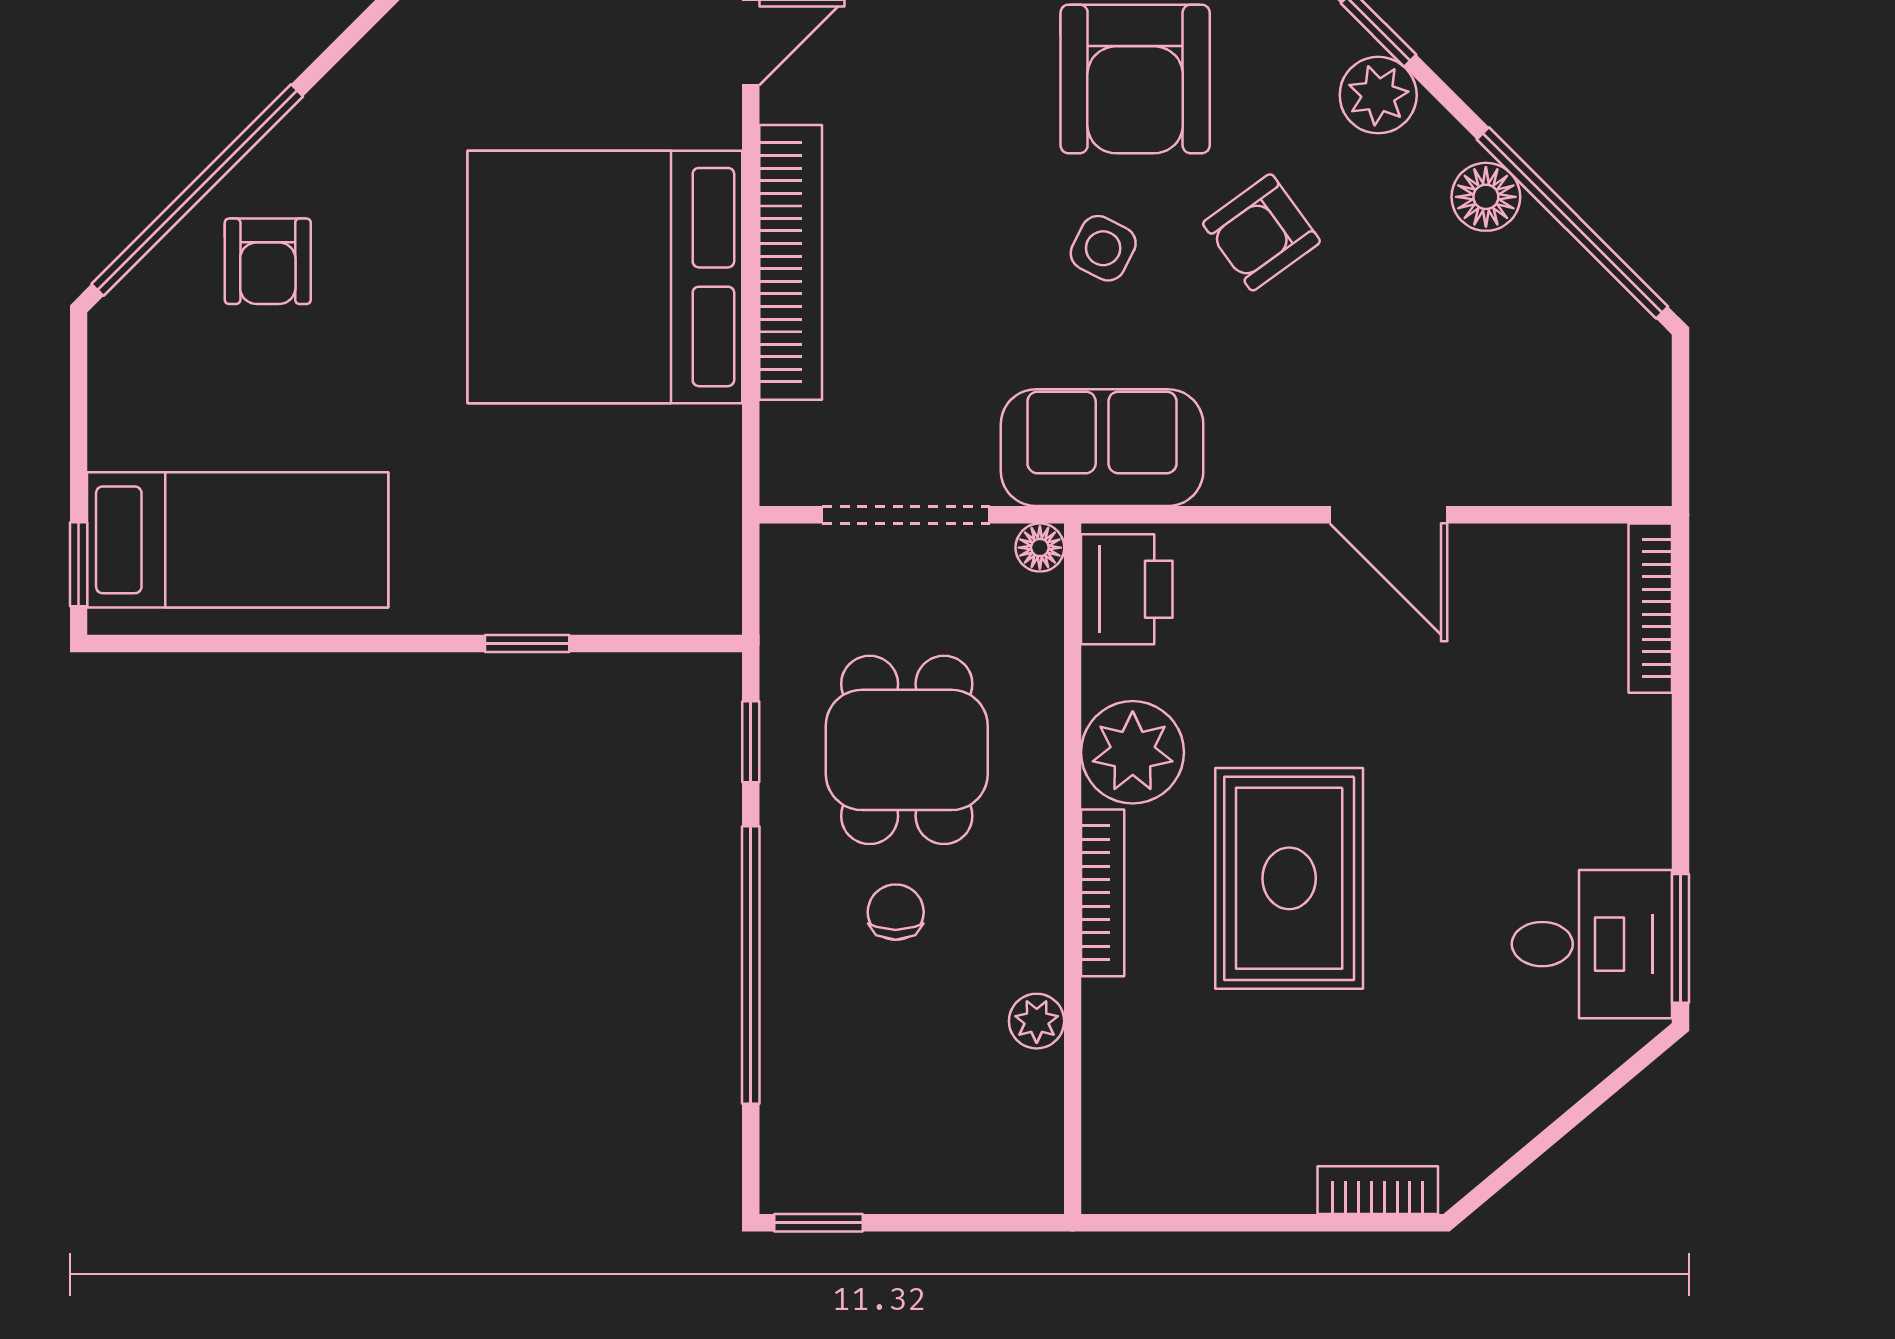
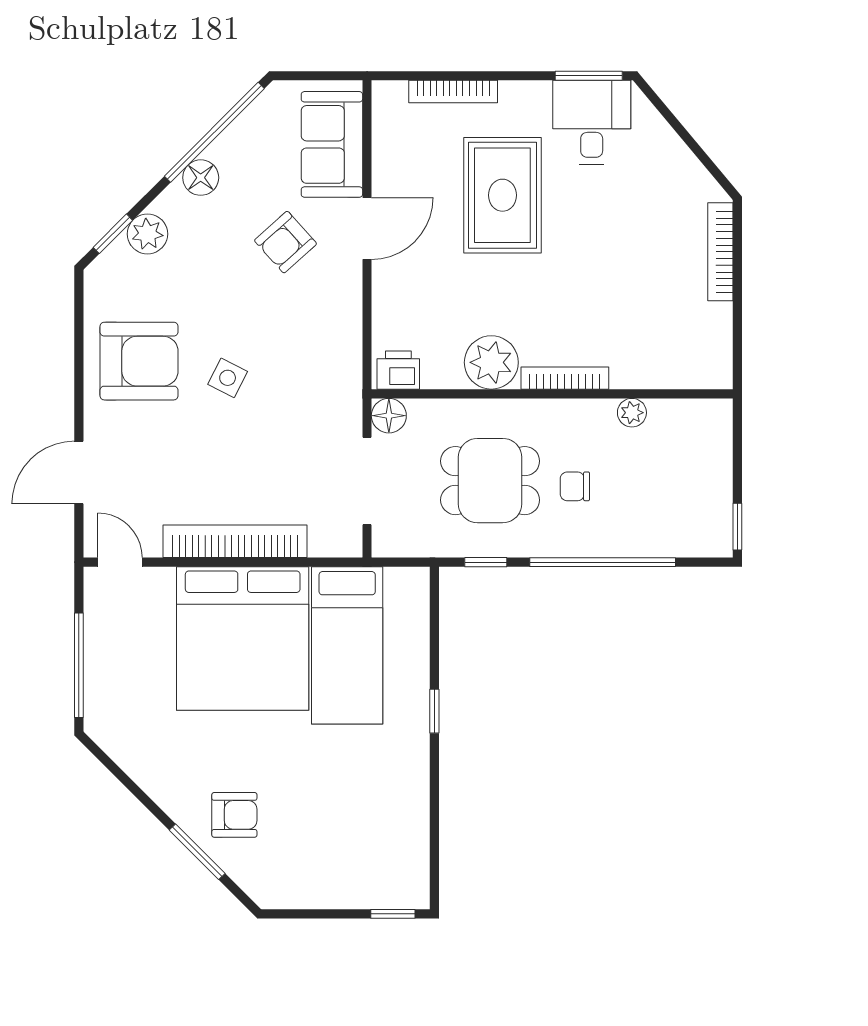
window: (197, 190) -> (197, 852), width x0.47
armchair: (1261, 232) -> (285, 242), moved, turned 84
sofa: (1102, 448) -> (332, 144), moved
bed: (238, 540) -> (347, 645), moved, turned 180
floor lamp: (1040, 548) -> (389, 416), width x1.37, depth x1.37
printer: (1127, 589) -> (398, 370), width x0.73, depth x0.81
bookcase: (1650, 608) -> (453, 92), moved
window: (527, 643) -> (434, 711), moved
rug: (1289, 878) -> (502, 195), moved, turned 90
bookcase: (1378, 1190) -> (720, 252), width x1.56

